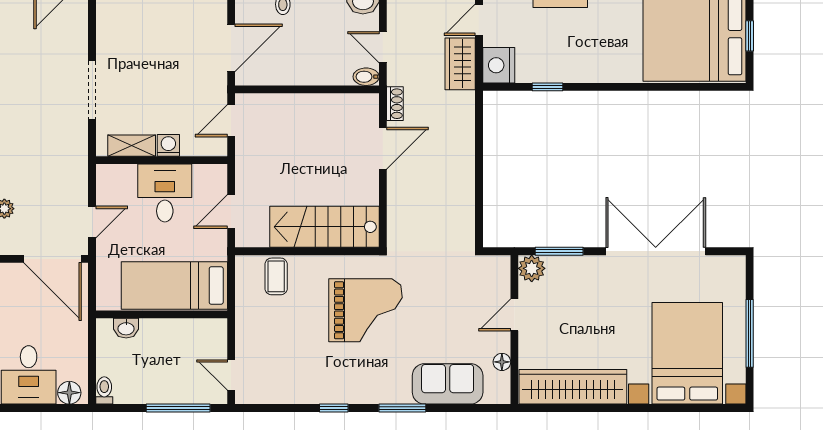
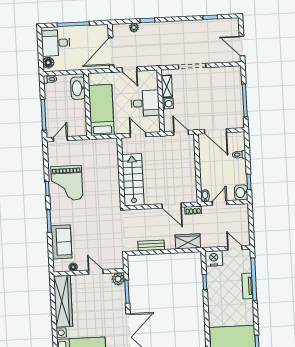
wardrobe: (460, 64) -> (188, 241), moved
bench: (465, 195) -> (151, 245), added
coffee table: (276, 276) -> (108, 158), removed
grand piano: (365, 310) -> (67, 183), moved
washbasin: (126, 328) -> (78, 88), width x1.91, depth x1.45

